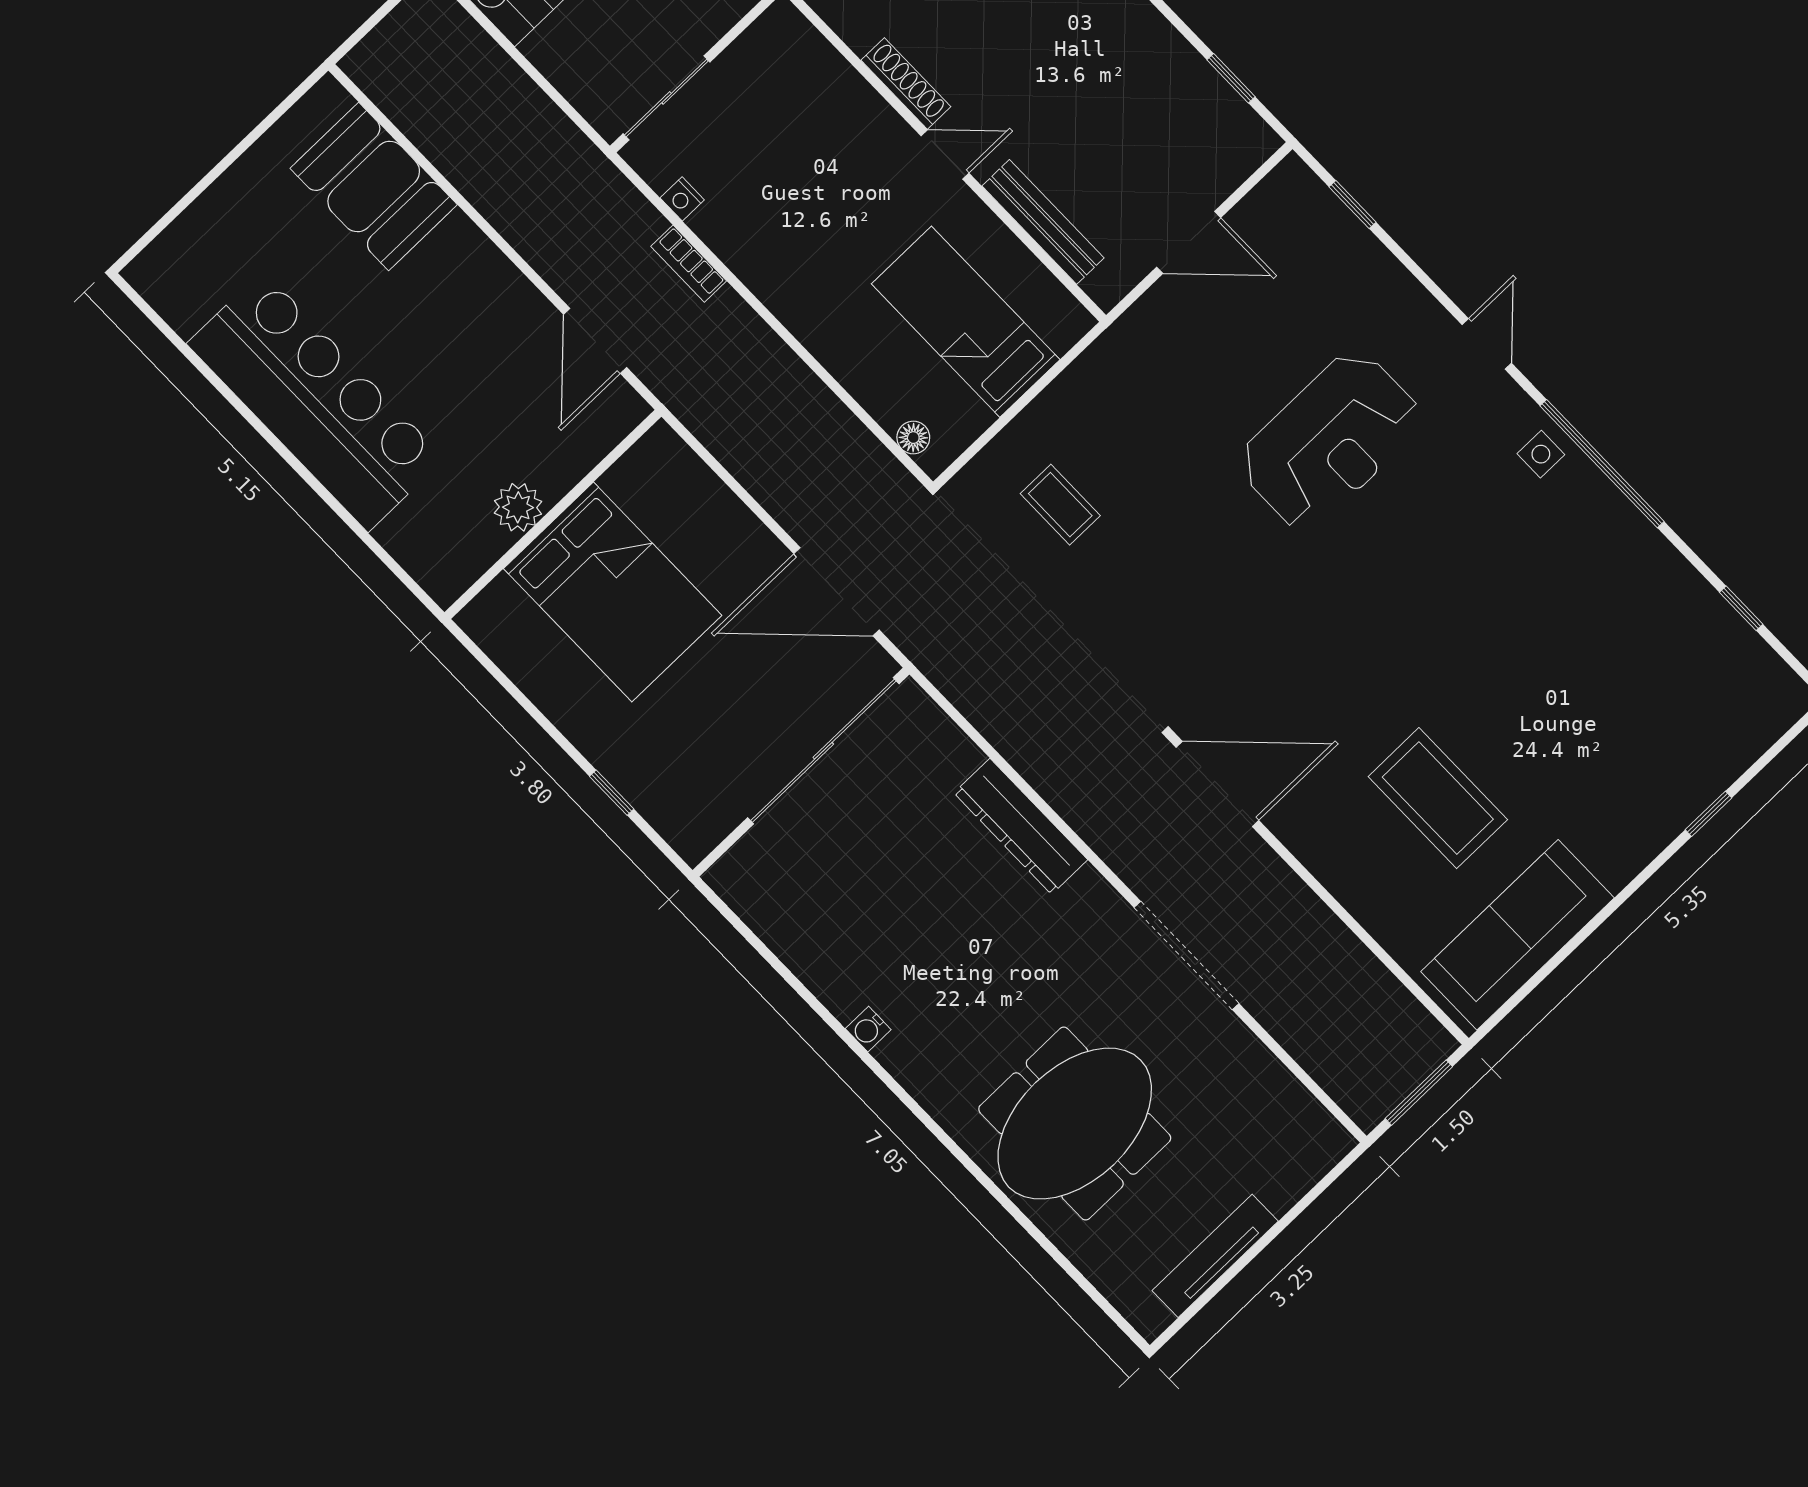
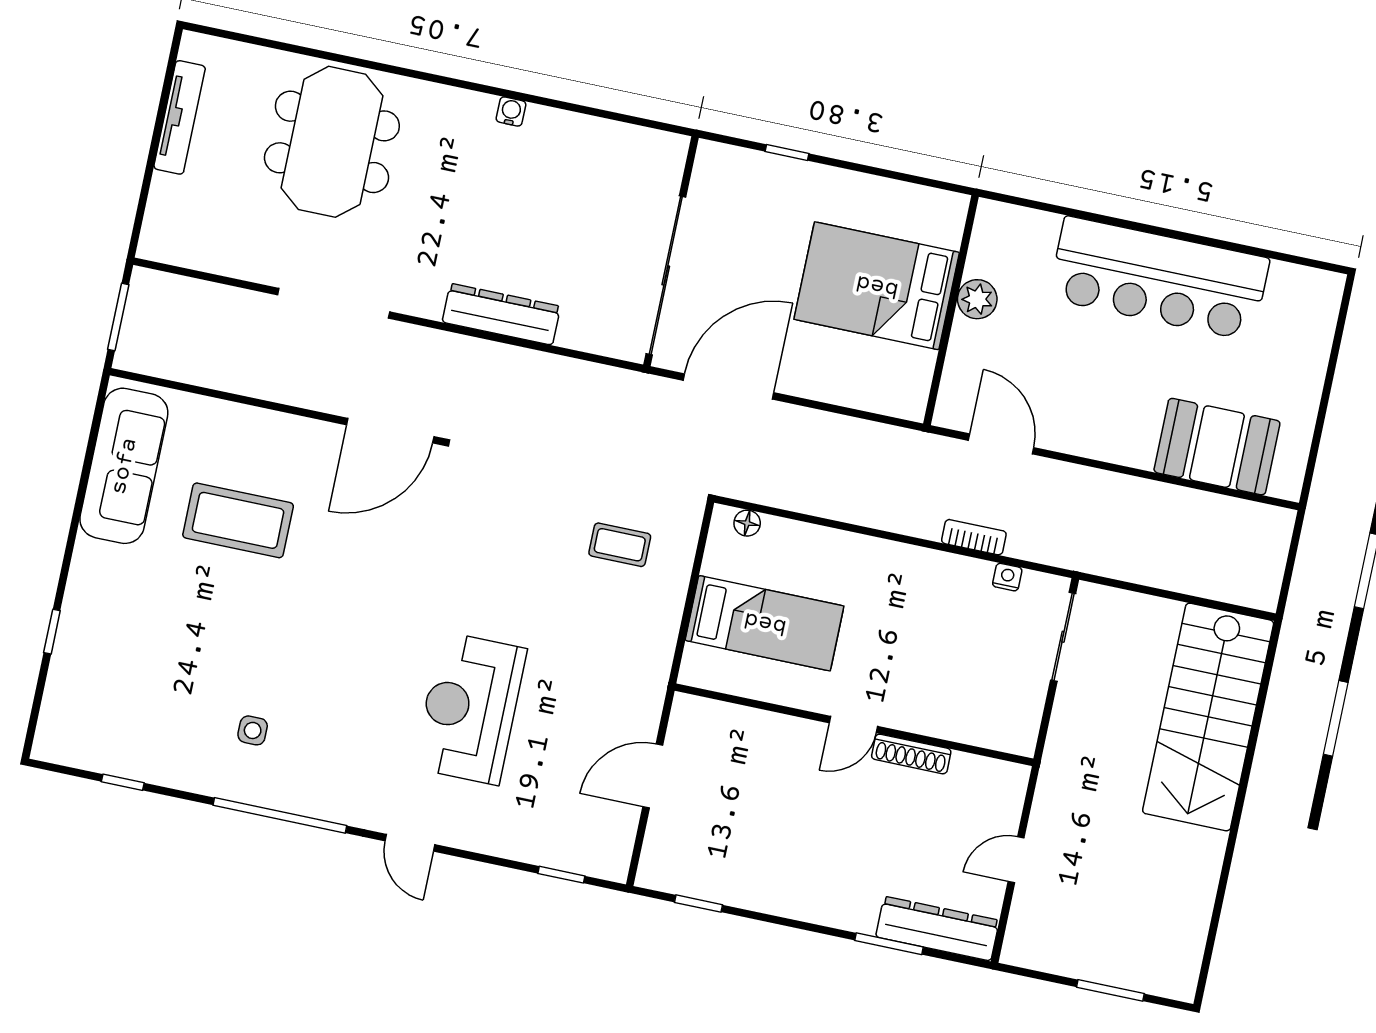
bench: (1043, 222) -> (758, 724), removed
side table: (1541, 454) -> (253, 730), moved

